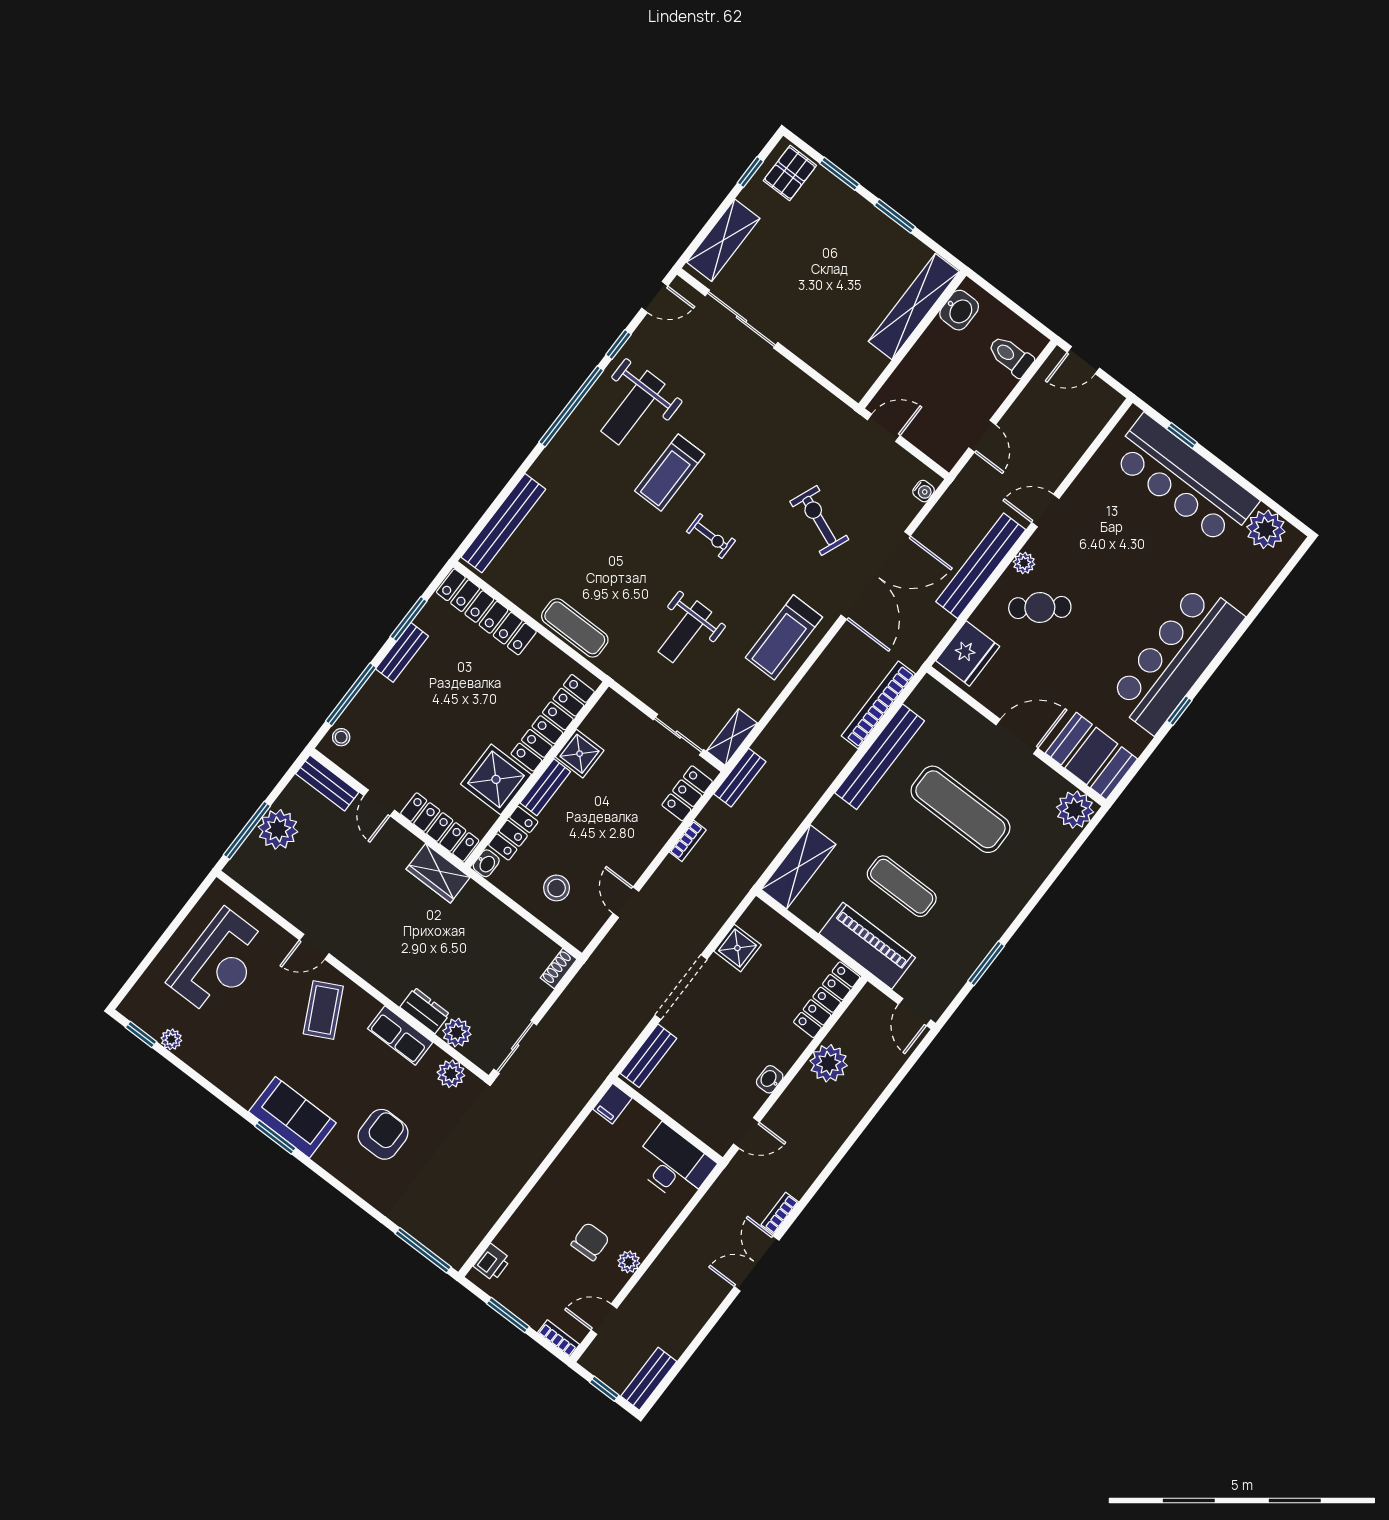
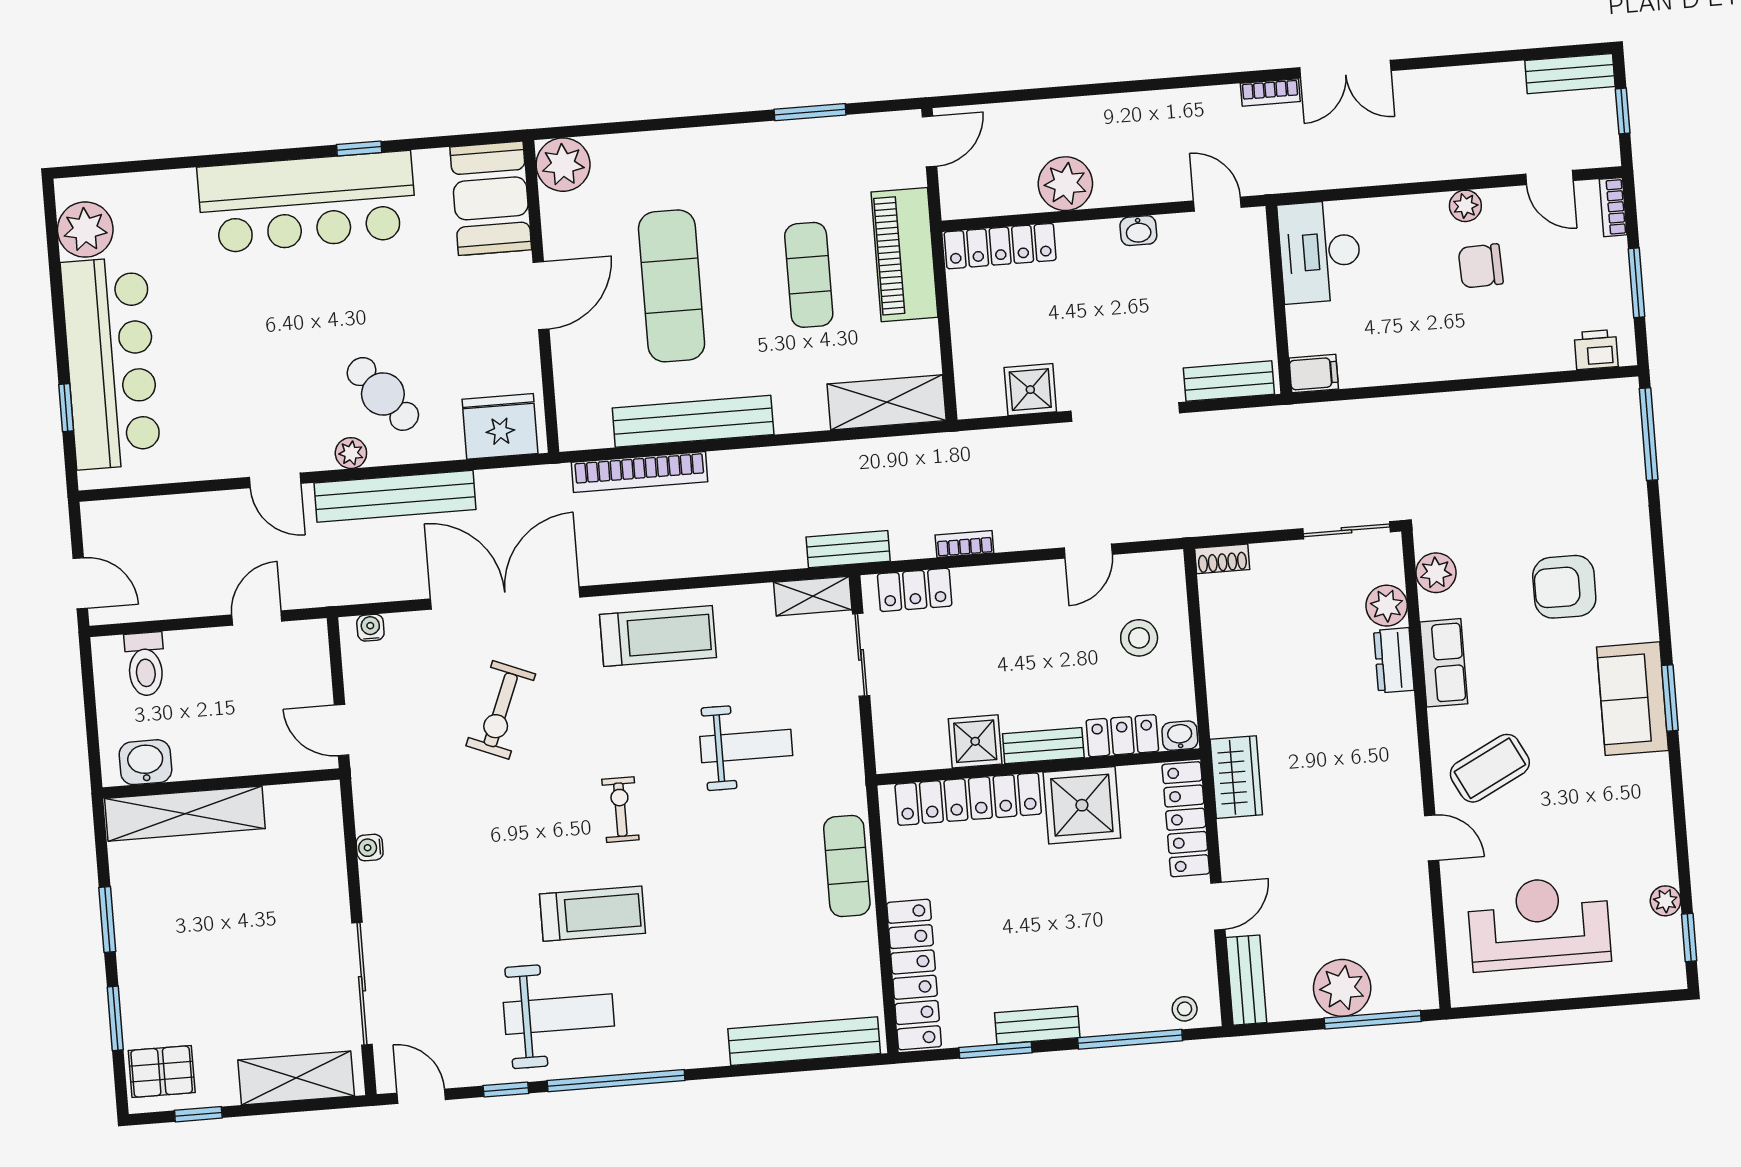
water cooler: (809, 387) -> (370, 848), added
door: (1017, 736) -> (541, 296), swing flipped

